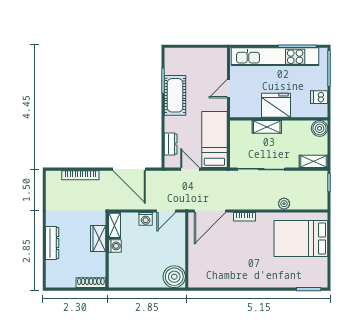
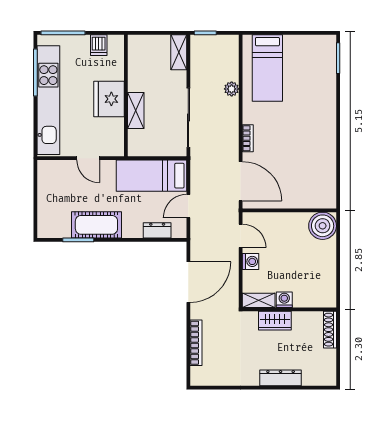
boiler: (320, 128) -> (138, 45), removed
bed: (301, 238) -> (267, 68), width x0.67

